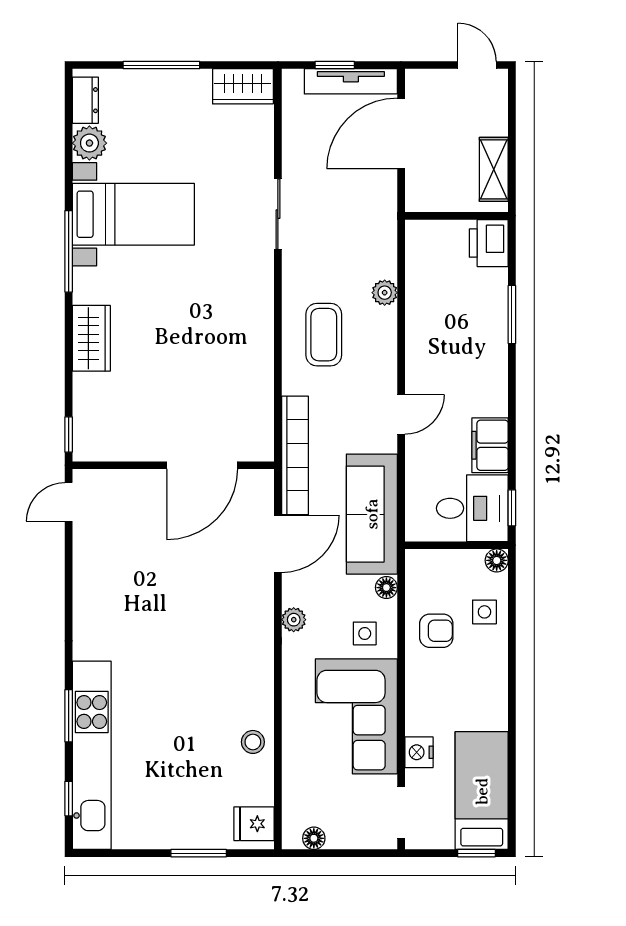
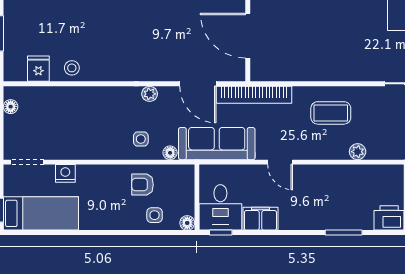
armchair: (436, 631) -> (143, 185), turned 90
corner sofa: (356, 716) -> (88, 134), removed
fridge: (254, 824) -> (38, 69), moved

